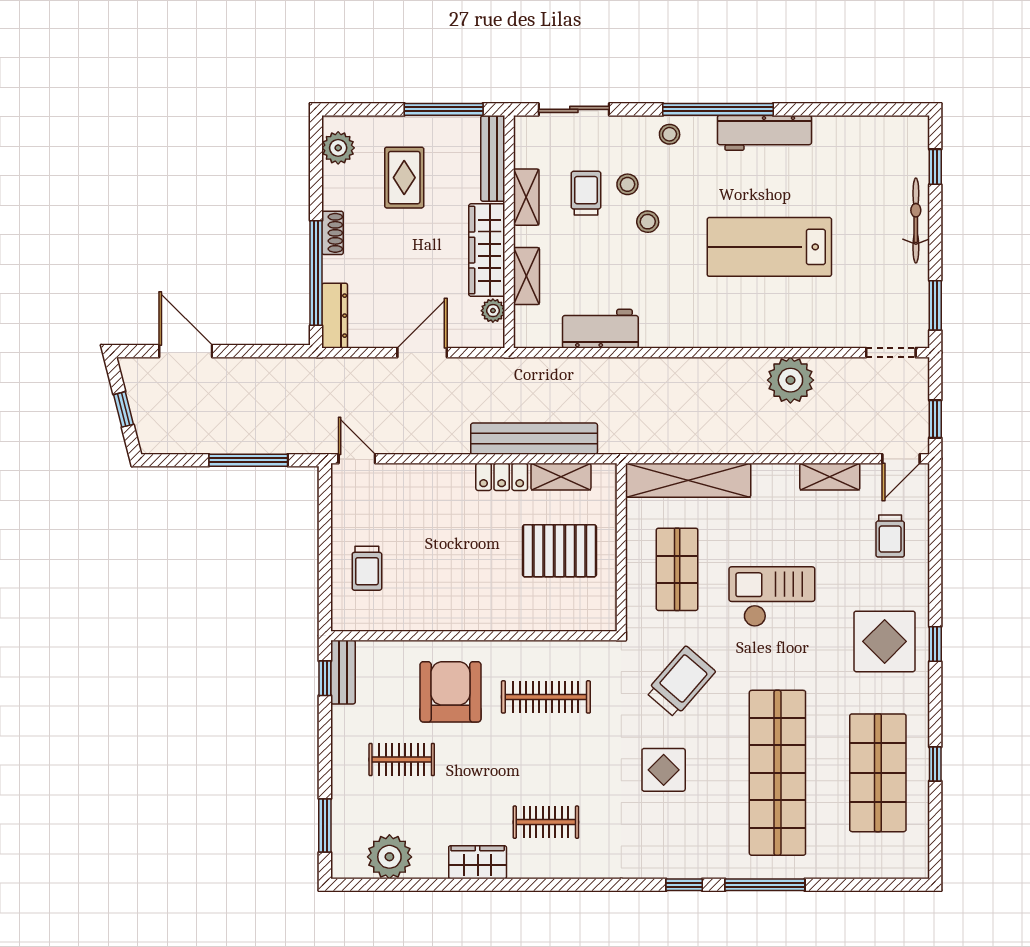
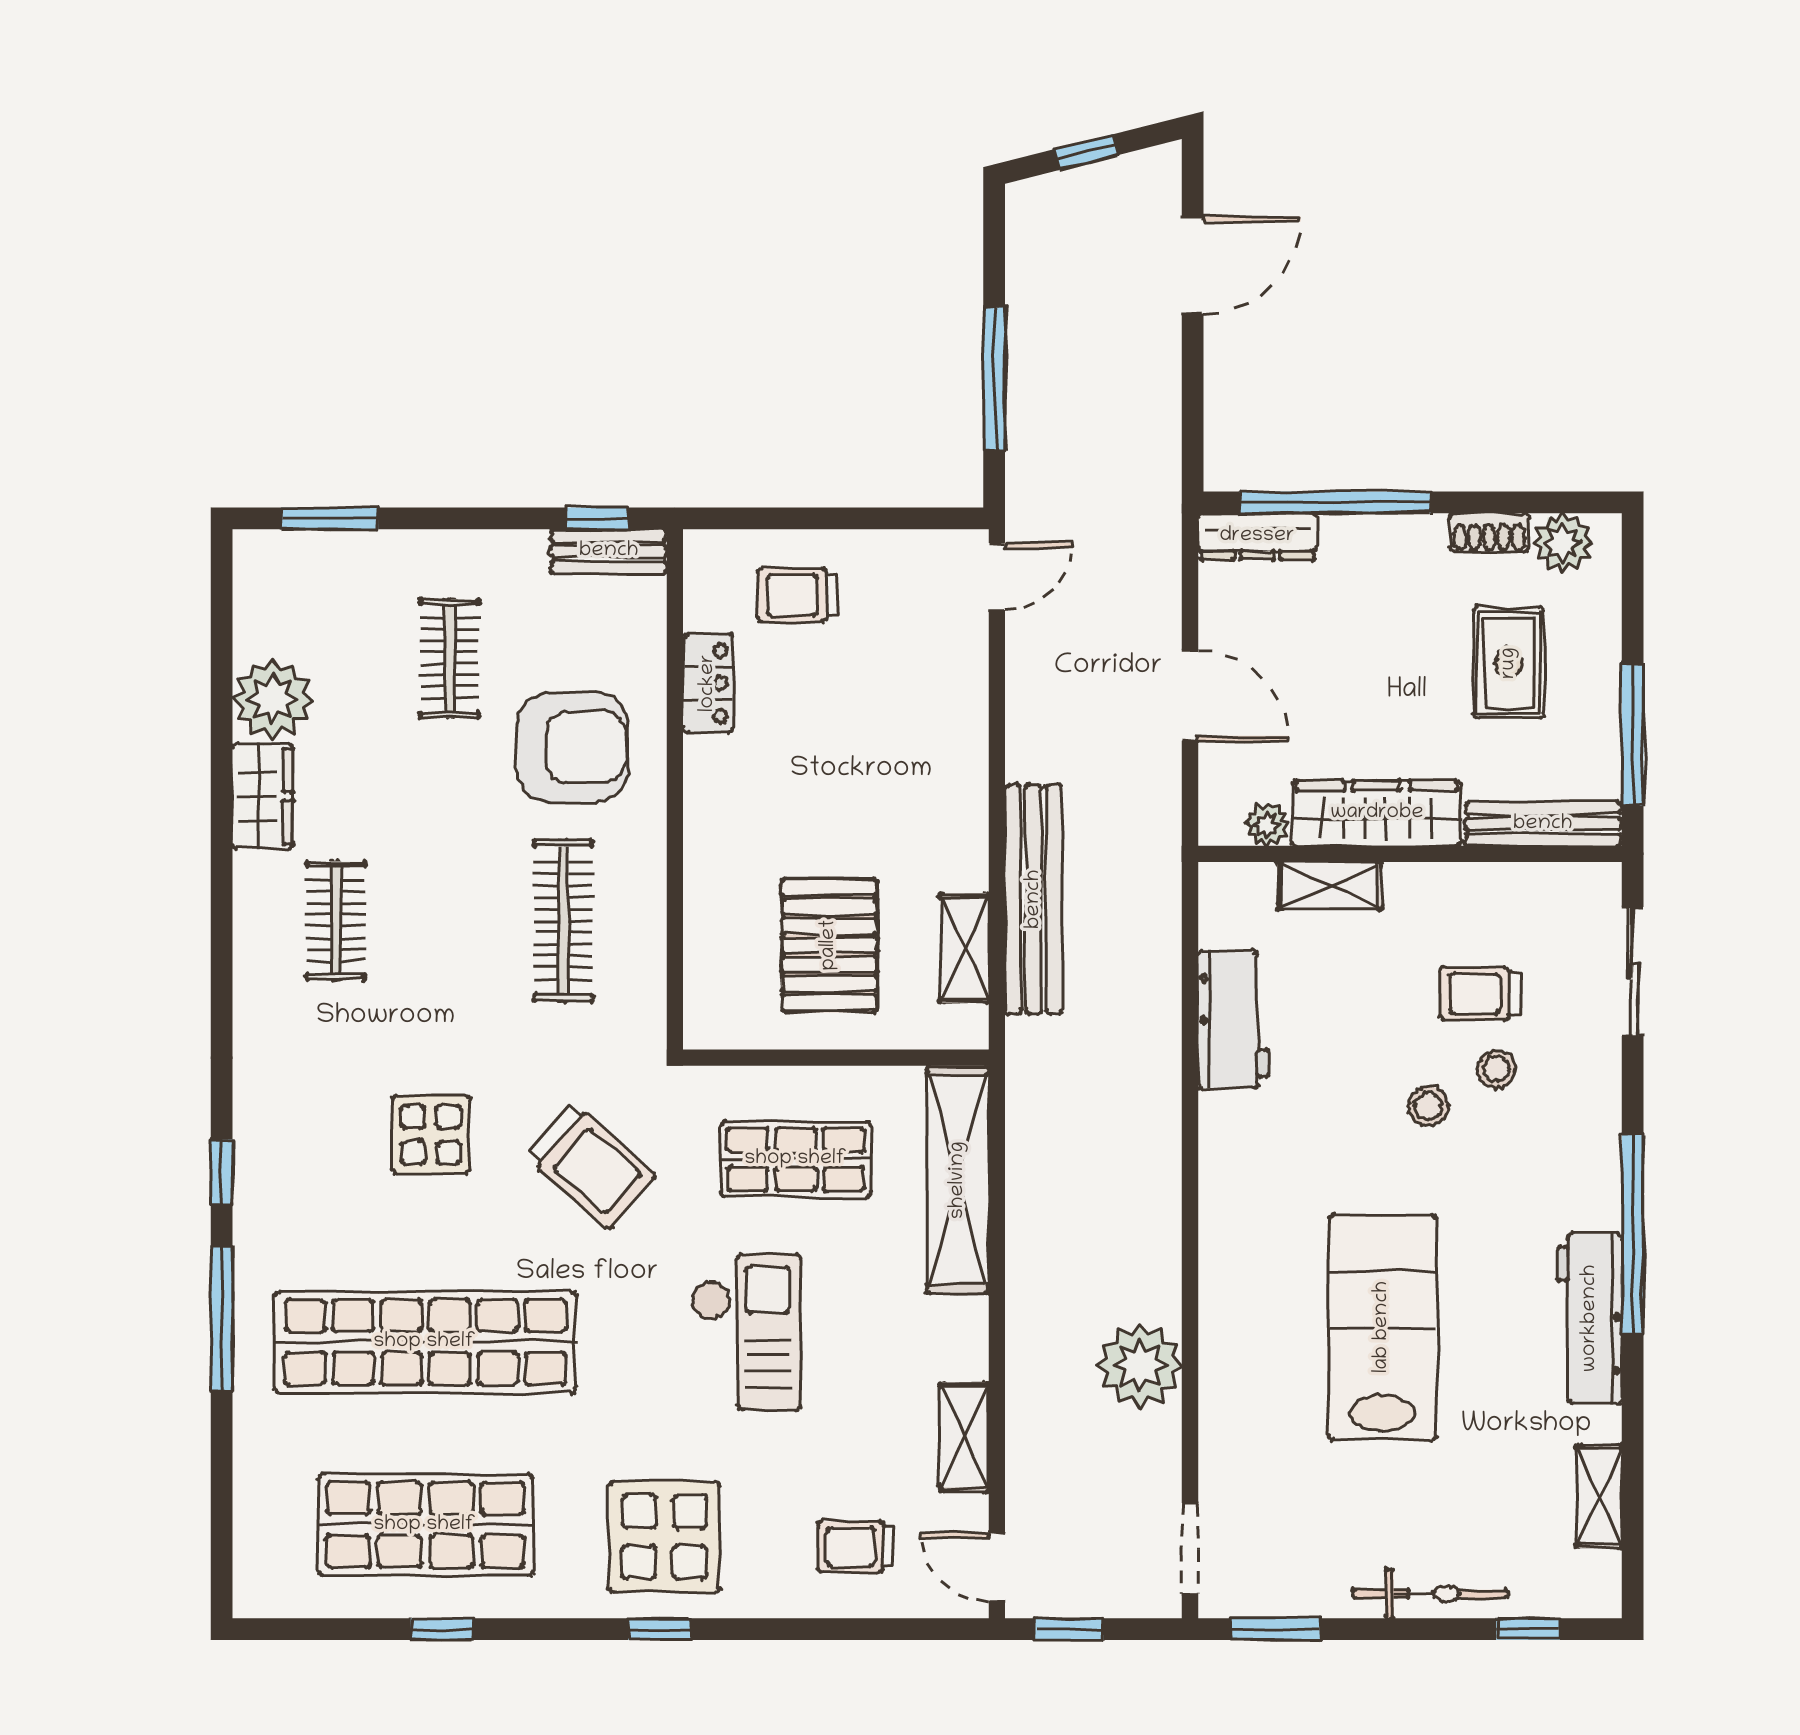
stool: (670, 134) -> (1587, 1146), removed
rug: (404, 178) -> (1509, 663), turned 90
trolley: (586, 193) -> (1480, 994), turned 180
shelving: (526, 197) -> (1599, 1496), moved, turned 90
shoe rack: (333, 233) -> (1489, 532), moved
locker: (502, 477) -> (708, 683), moved, turned 180
plant: (389, 857) -> (273, 699), moved

